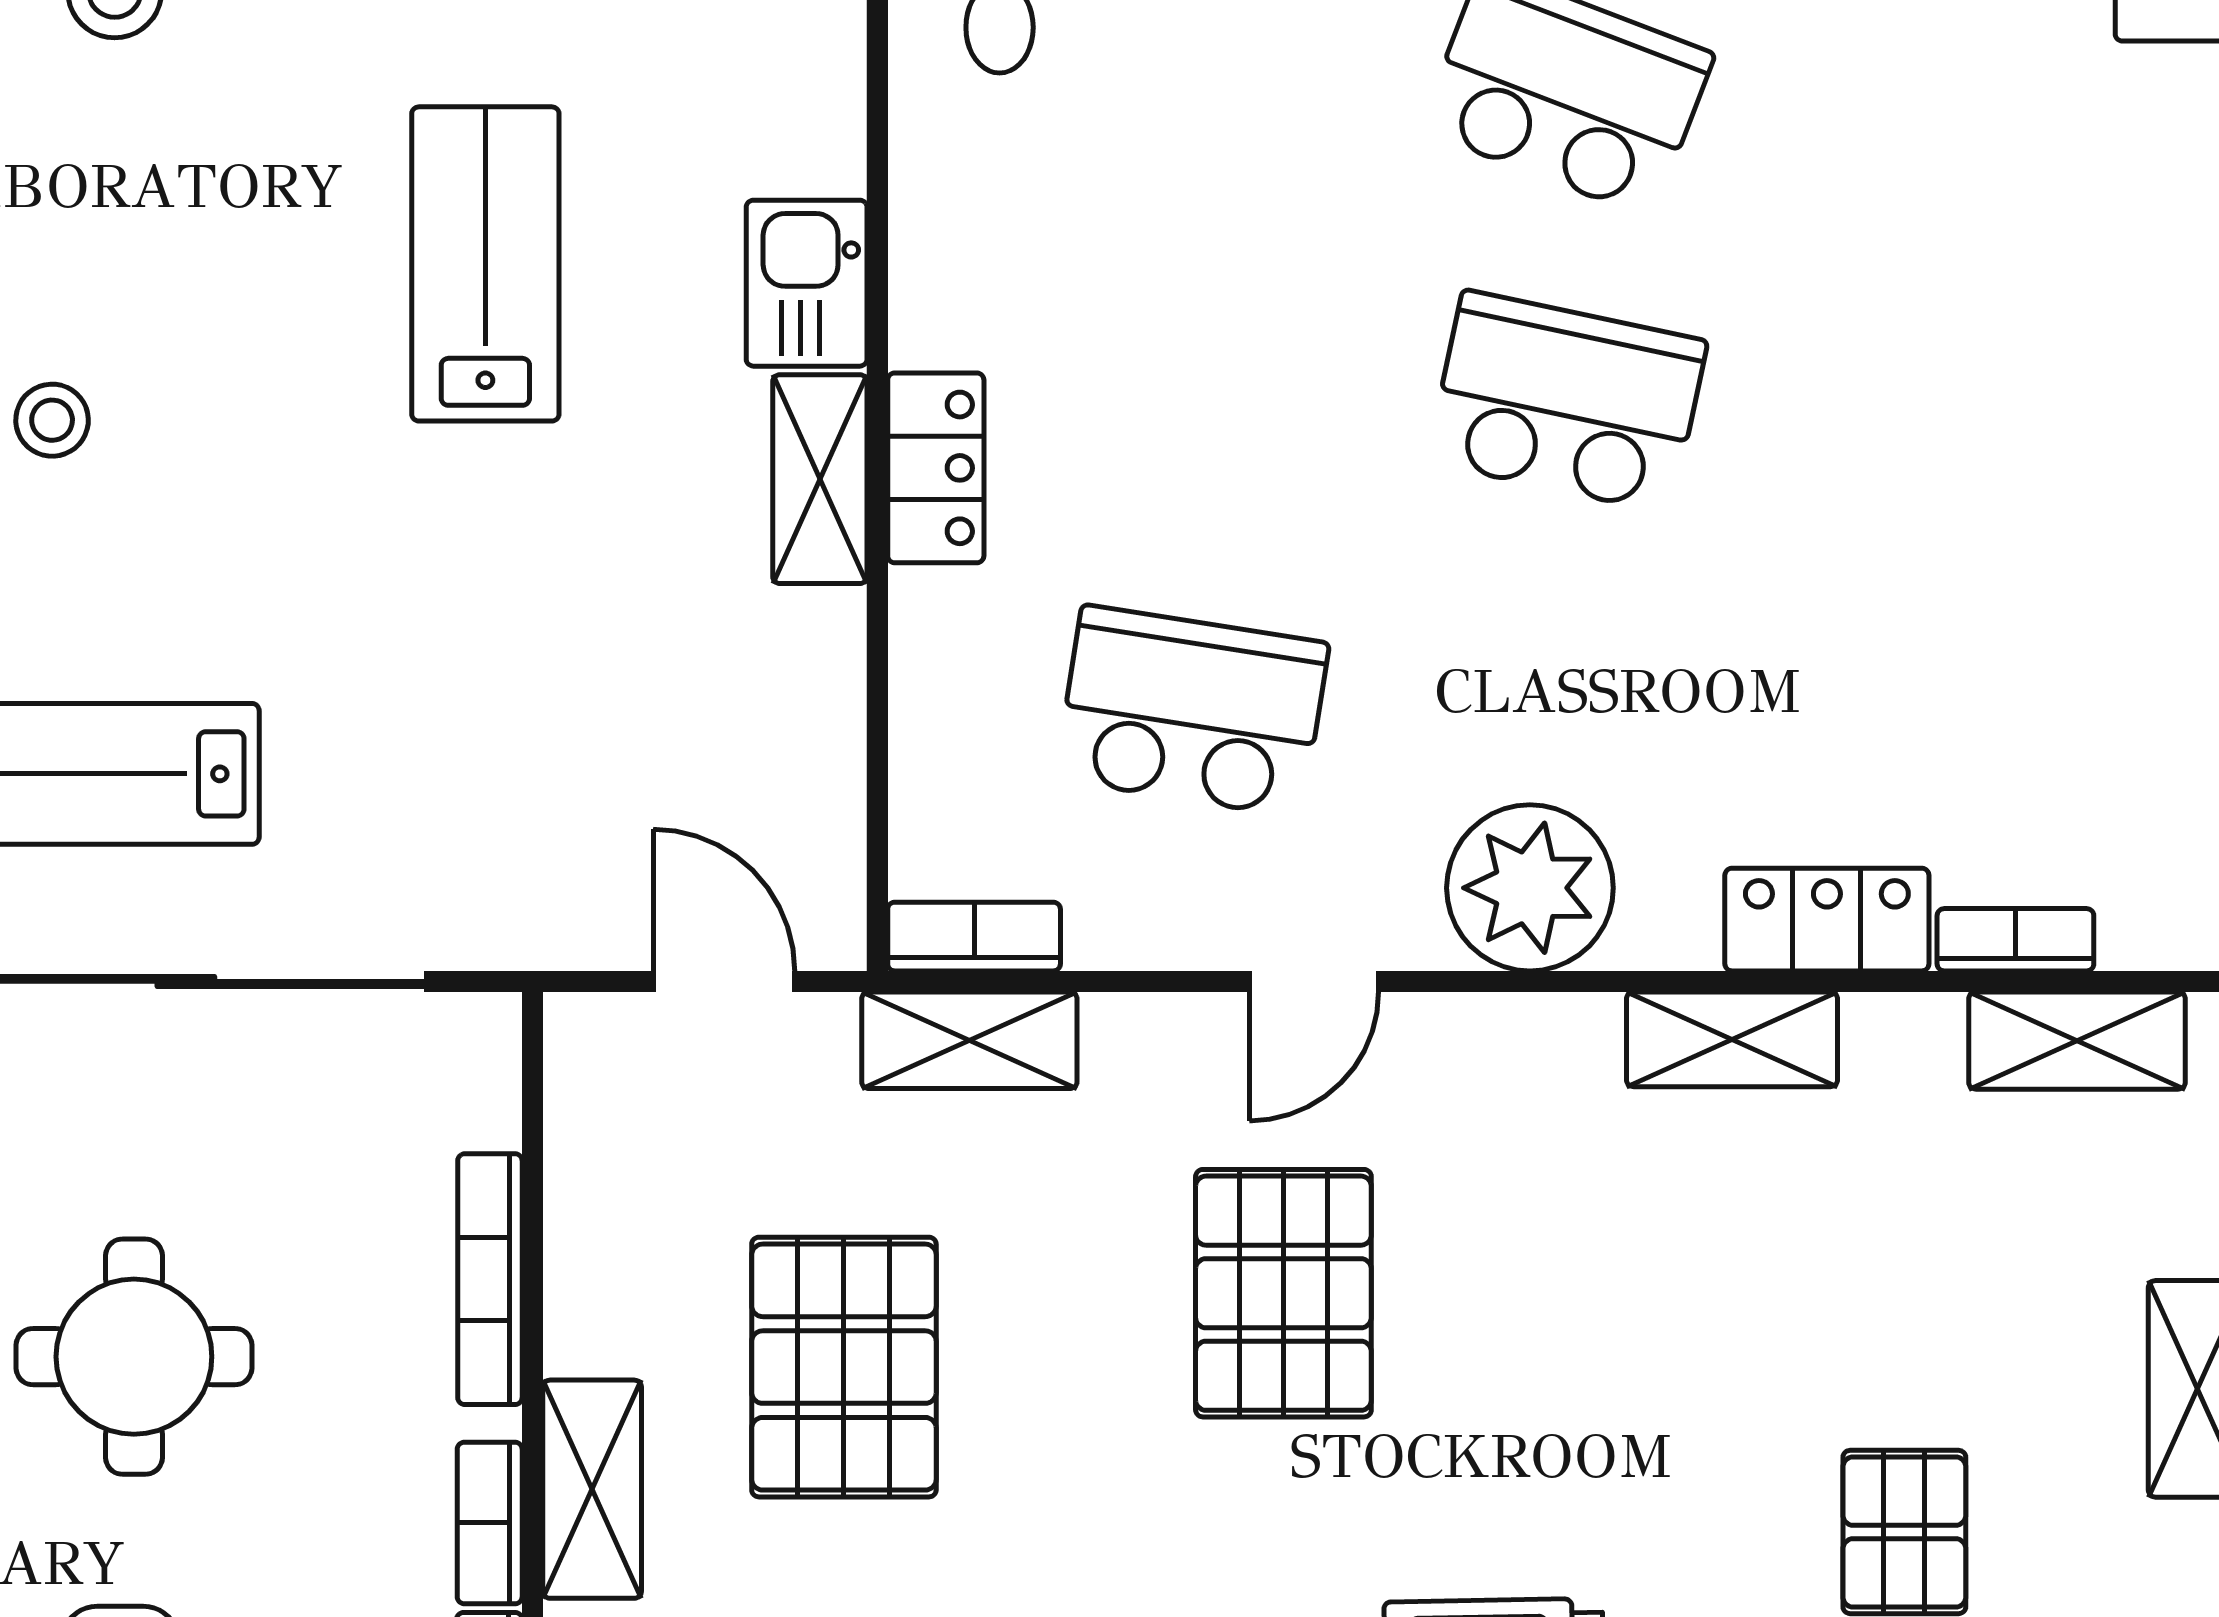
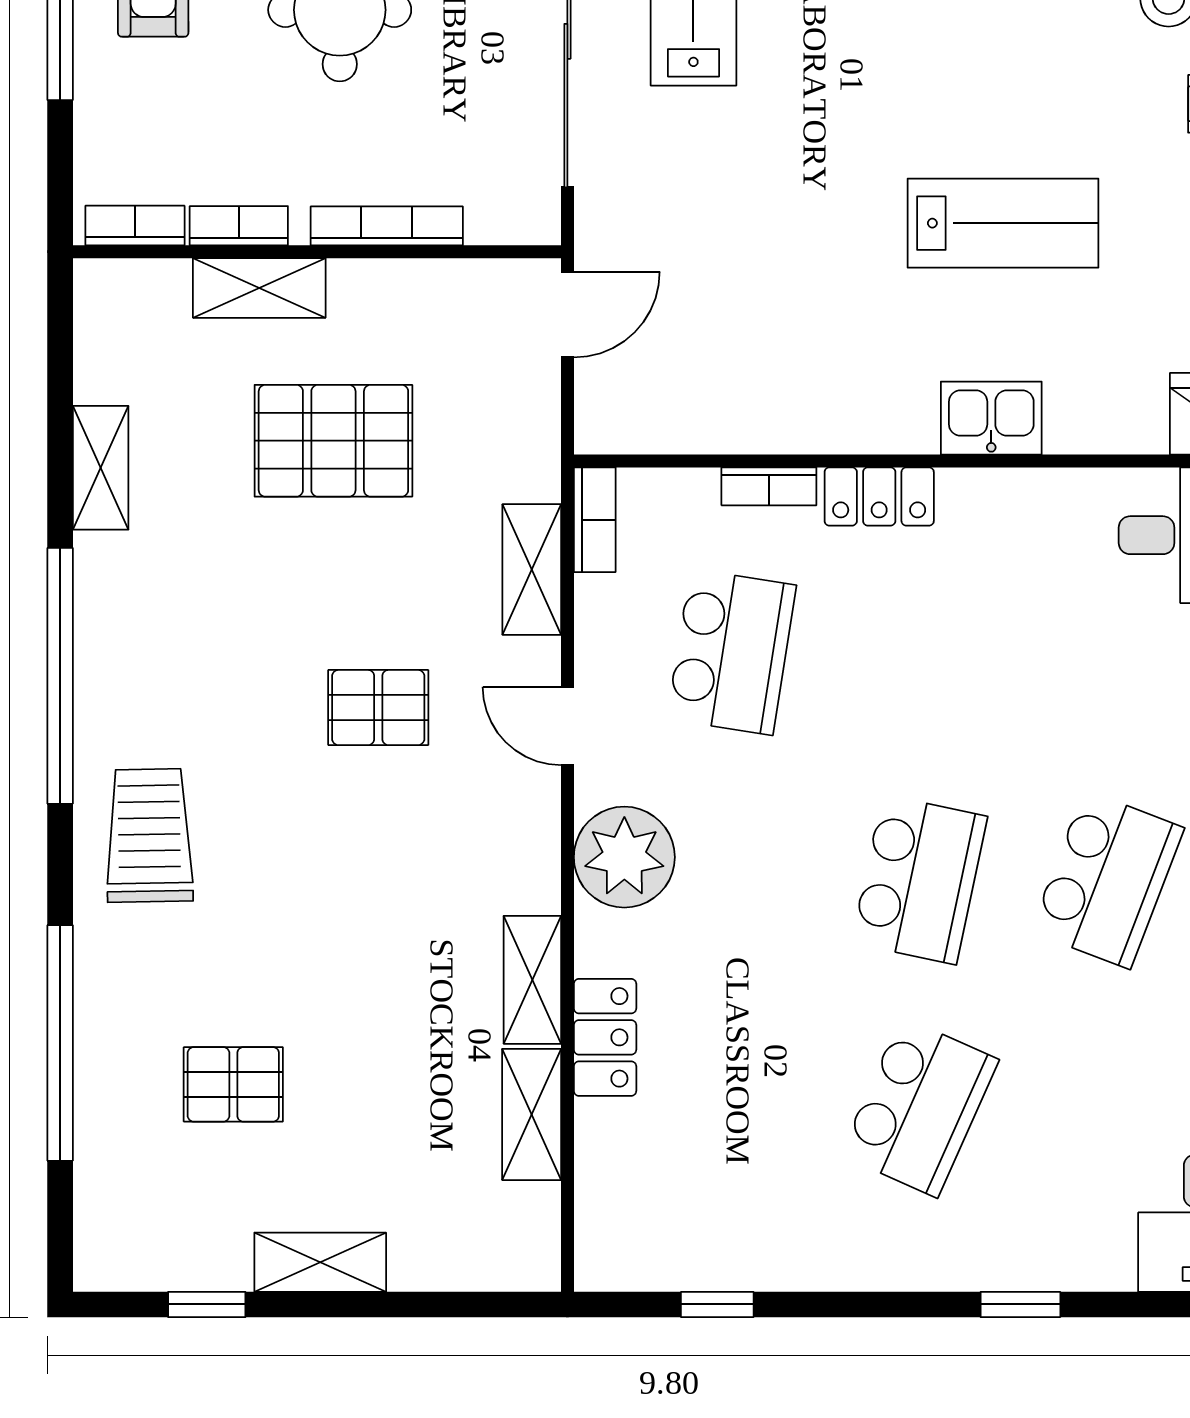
school desk: (1942, 402) -> (919, 1107), added
shelving: (820, 479) -> (872, 426), removed
bookcase: (2015, 940) -> (769, 486), moved, turned 90
door: (724, 981) -> (567, 314), moved
shelving: (969, 1040) -> (532, 569), moved
shelving: (2077, 1041) -> (532, 1114), moved
pallet: (1283, 1293) -> (378, 708), width x0.67, depth x0.71

